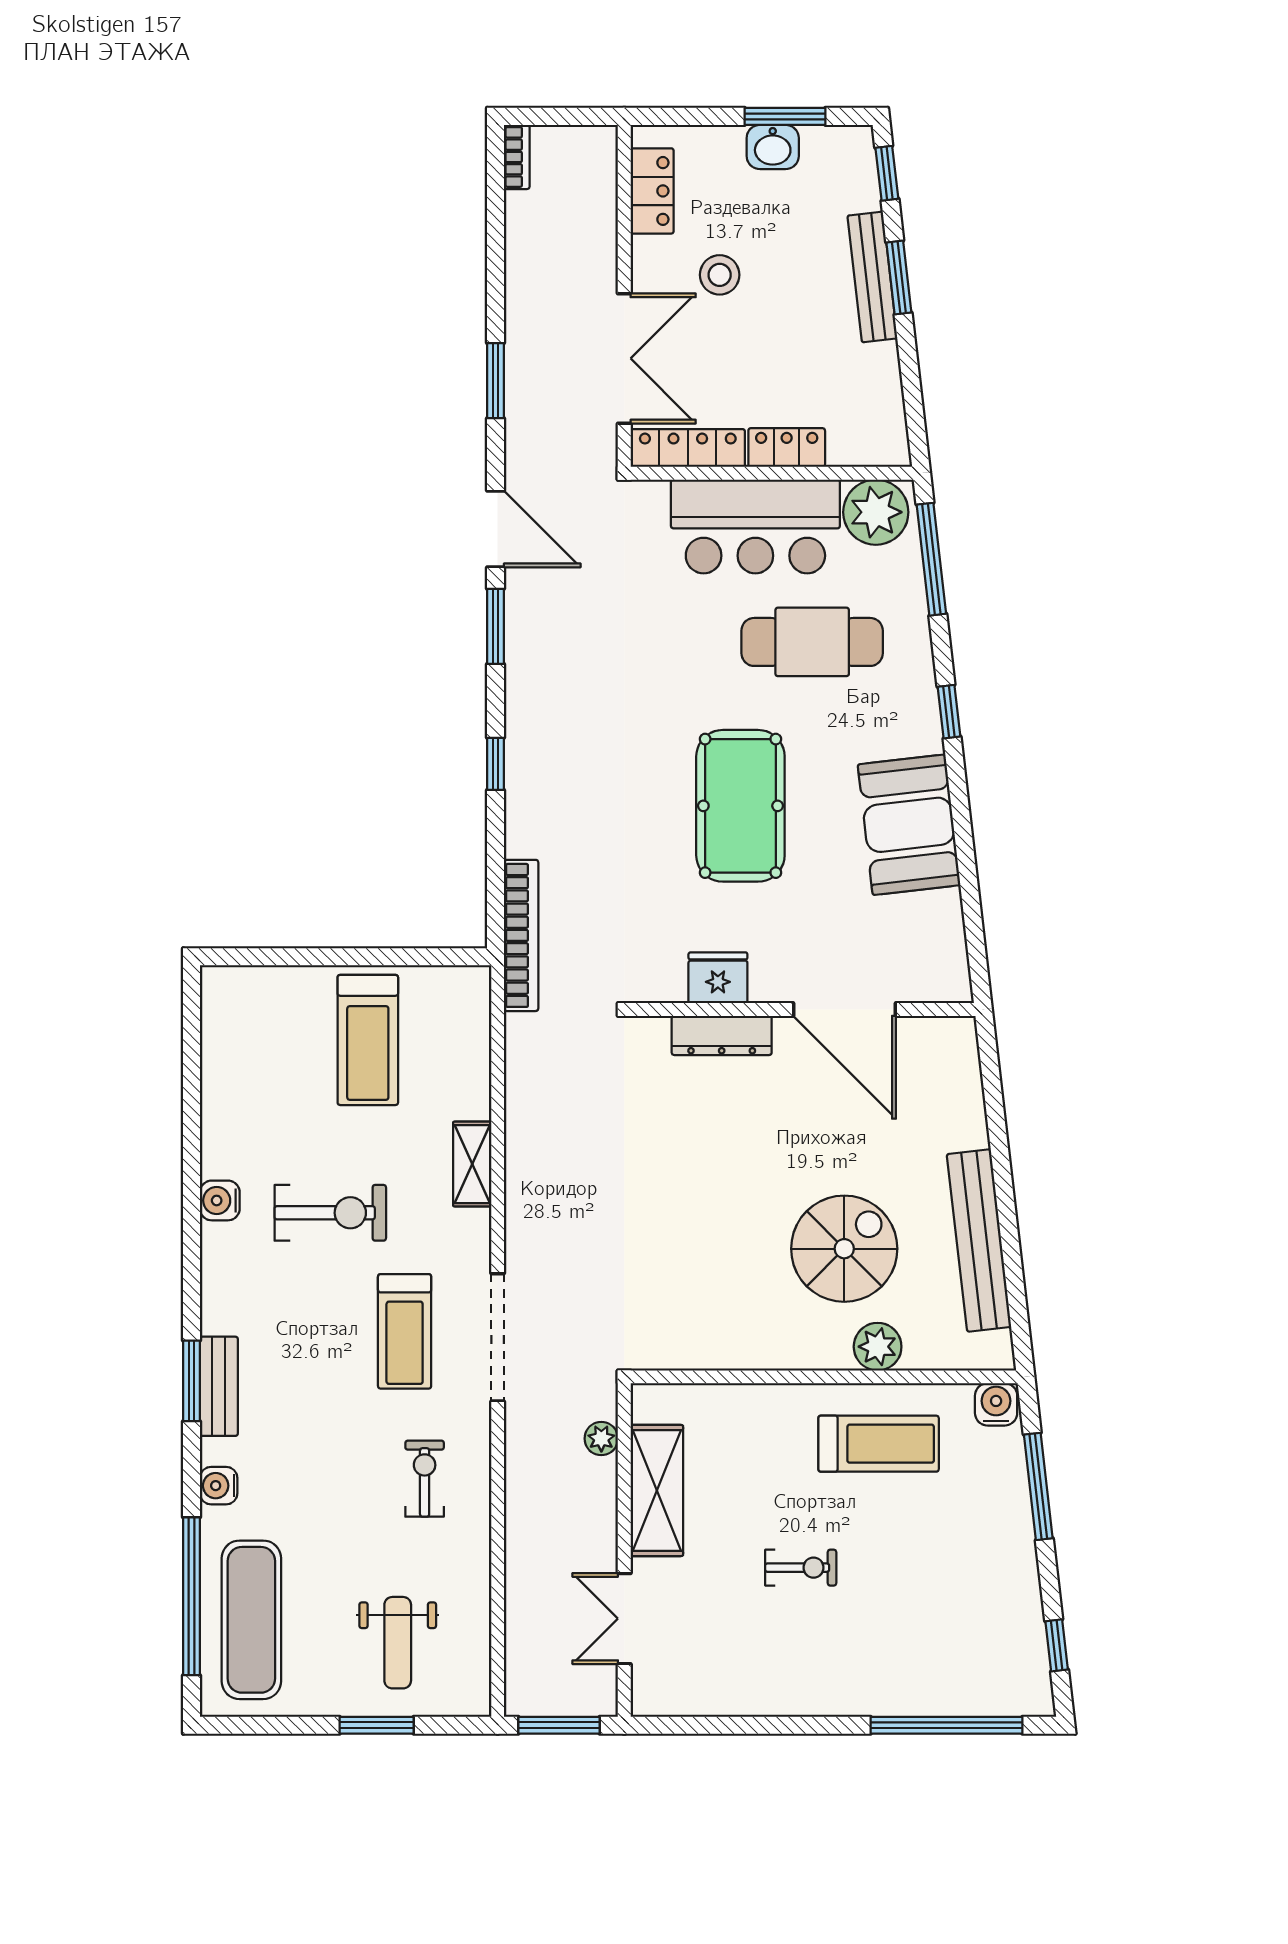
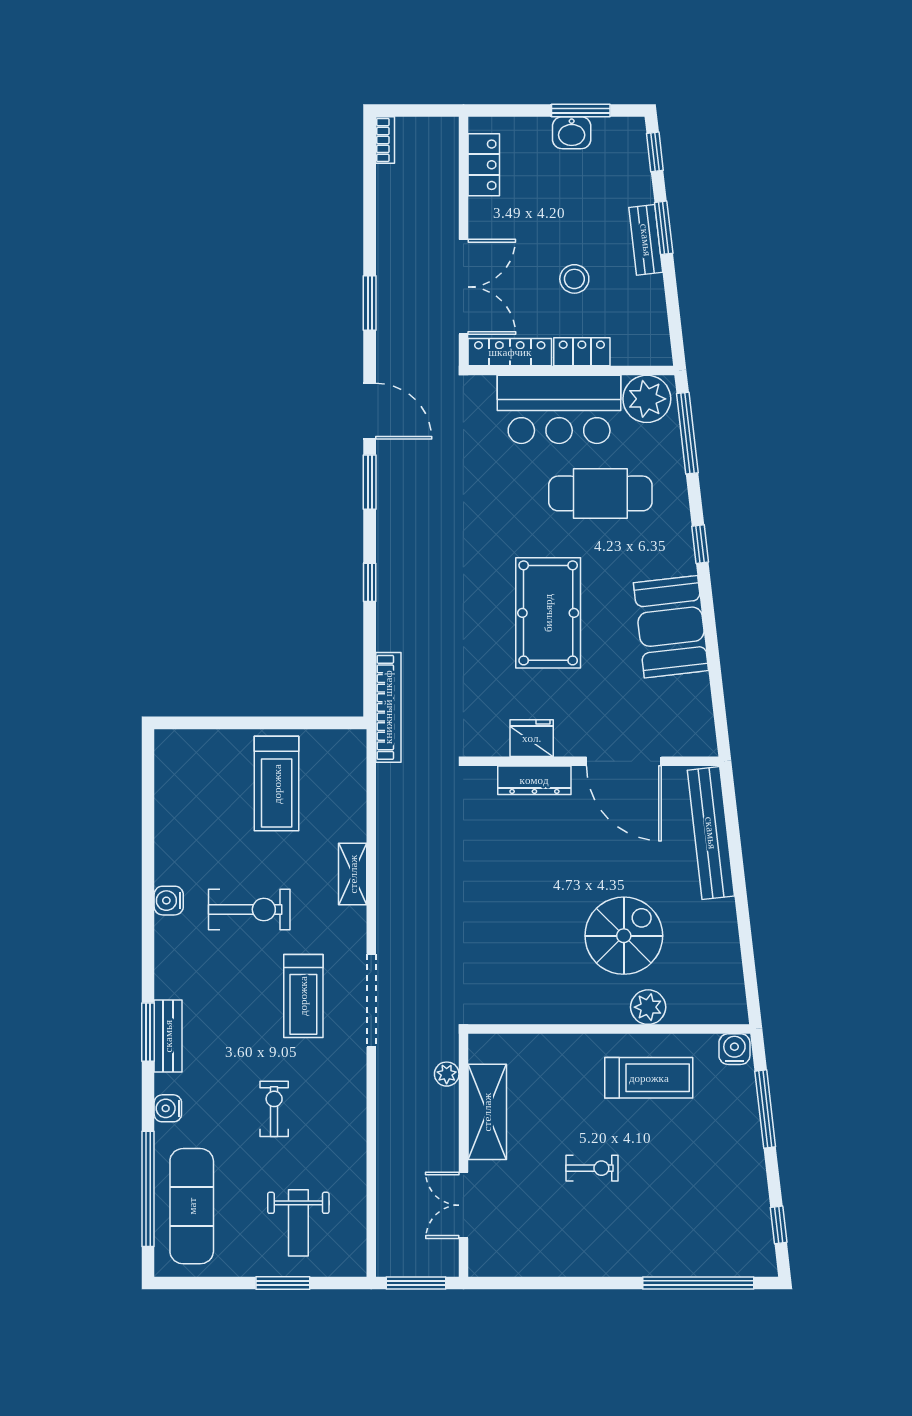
stool: (720, 275) -> (574, 279), moved
bench: (872, 277) -> (646, 240), width x0.73
bench: (979, 1240) -> (711, 833), moved
exercise bike: (425, 1479) -> (274, 1109), moved

